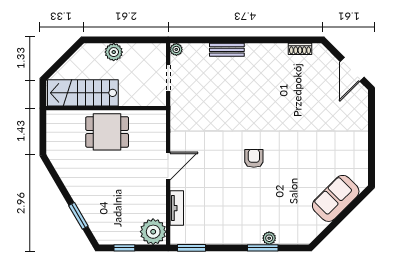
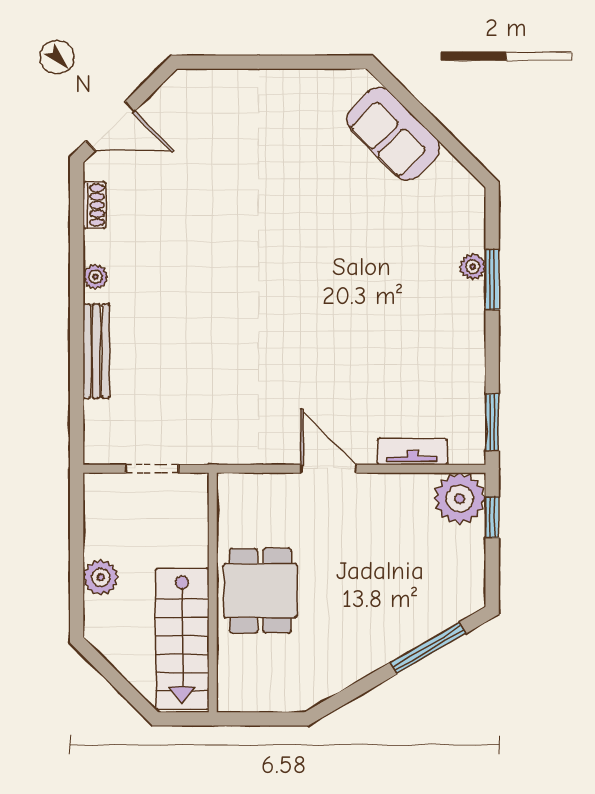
plant: (176, 49) -> (95, 277), moved
bench: (227, 50) -> (96, 351), width x1.36
door: (352, 69) -> (110, 126), moved
armchair: (254, 158) -> (313, 297), removed
window: (78, 216) -> (428, 648), width x1.44
window: (124, 248) -> (492, 517), moved

